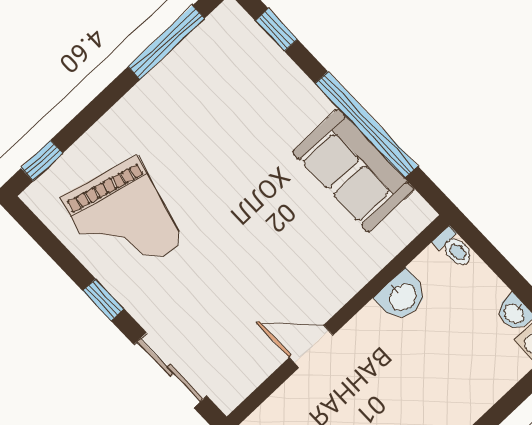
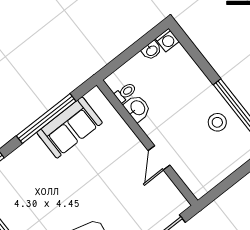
toilet: (454, 248) -> (125, 92), moved

